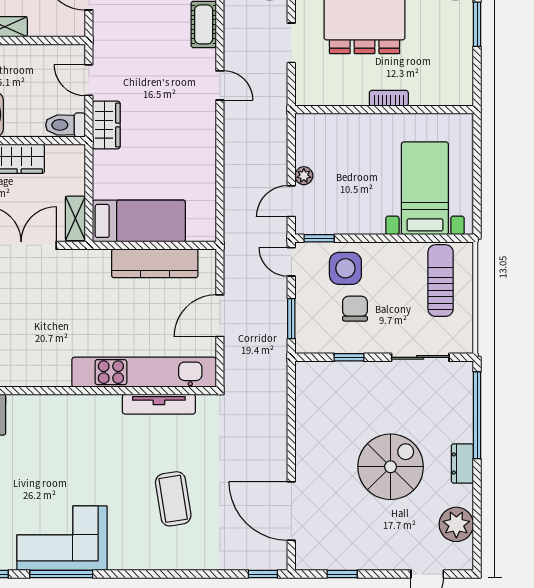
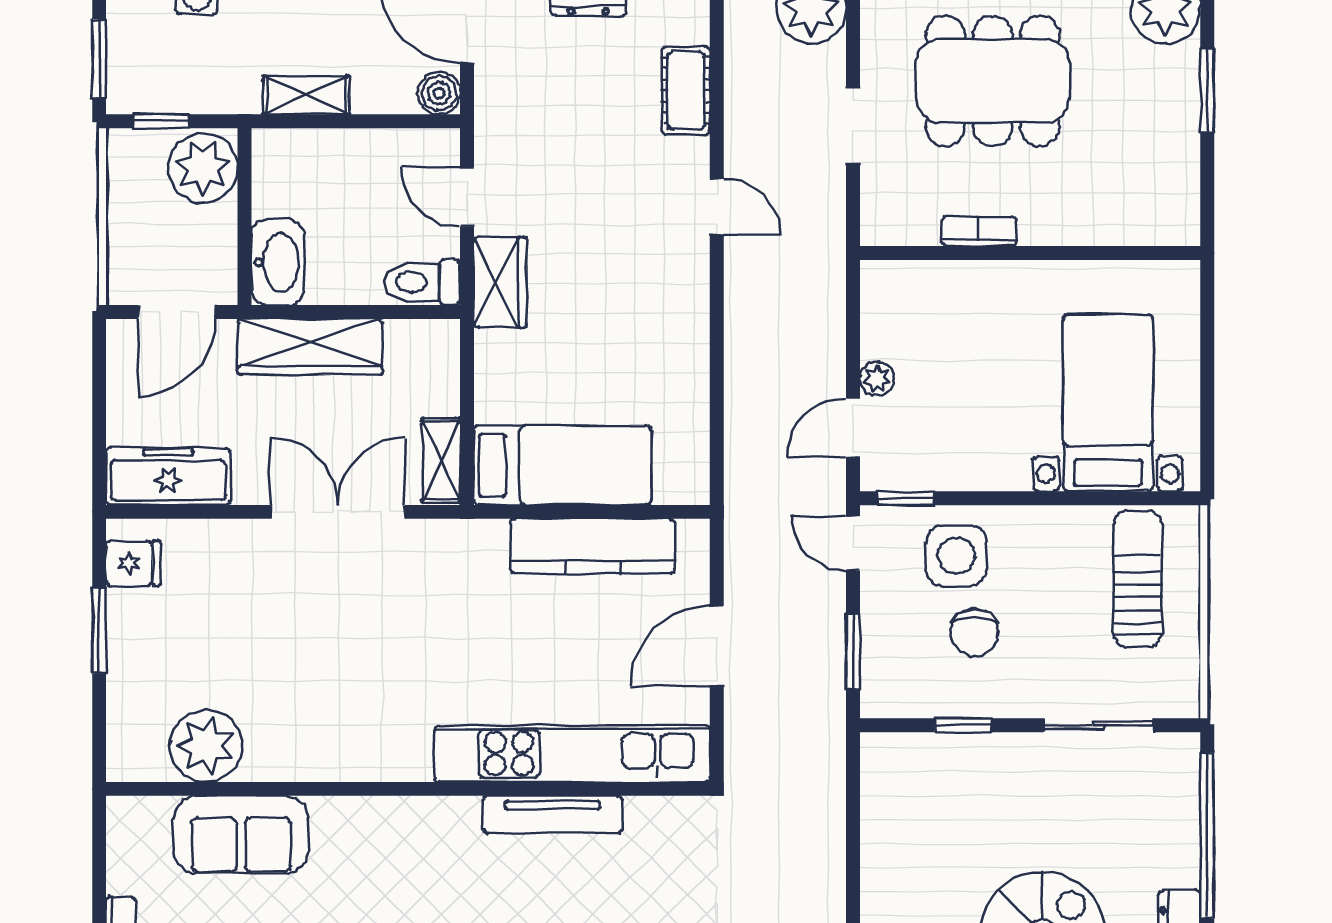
boiler: (74, 26) -> (439, 93), added
bookcase: (389, 98) -> (979, 231), moved
chair: (355, 309) -> (974, 632), turned 180
tv unit: (159, 404) -> (553, 815), moved

